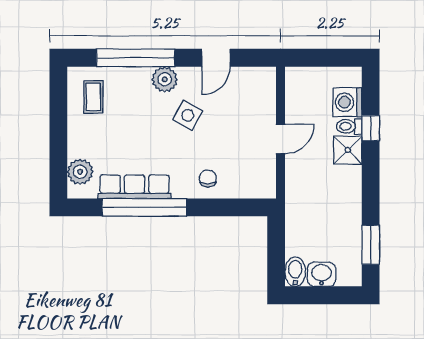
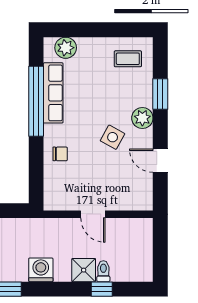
window: (136, 58) -> (160, 94), width x0.47
washing machine: (347, 102) -> (41, 270), moved

